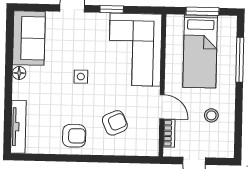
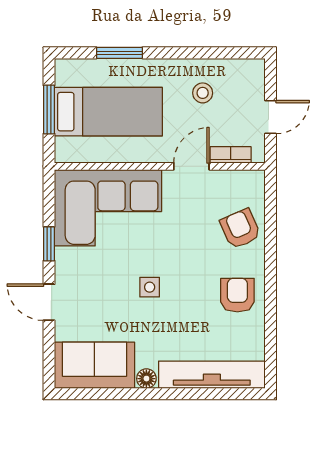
window: (240, 60) -> (119, 53), width x0.69
armchair: (115, 123) -> (240, 229), moved
tv unit: (18, 127) -> (212, 375), width x1.36, depth x1.29

